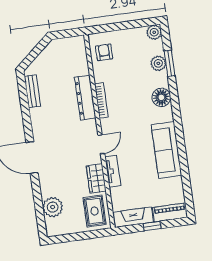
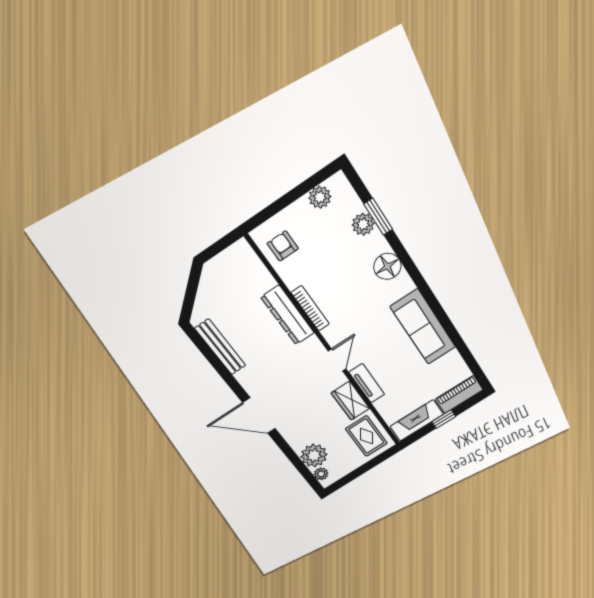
plant: (154, 32) -> (320, 197), moved
bench: (32, 91) -> (220, 347), width x1.36
plant: (50, 224) -> (321, 474), added

